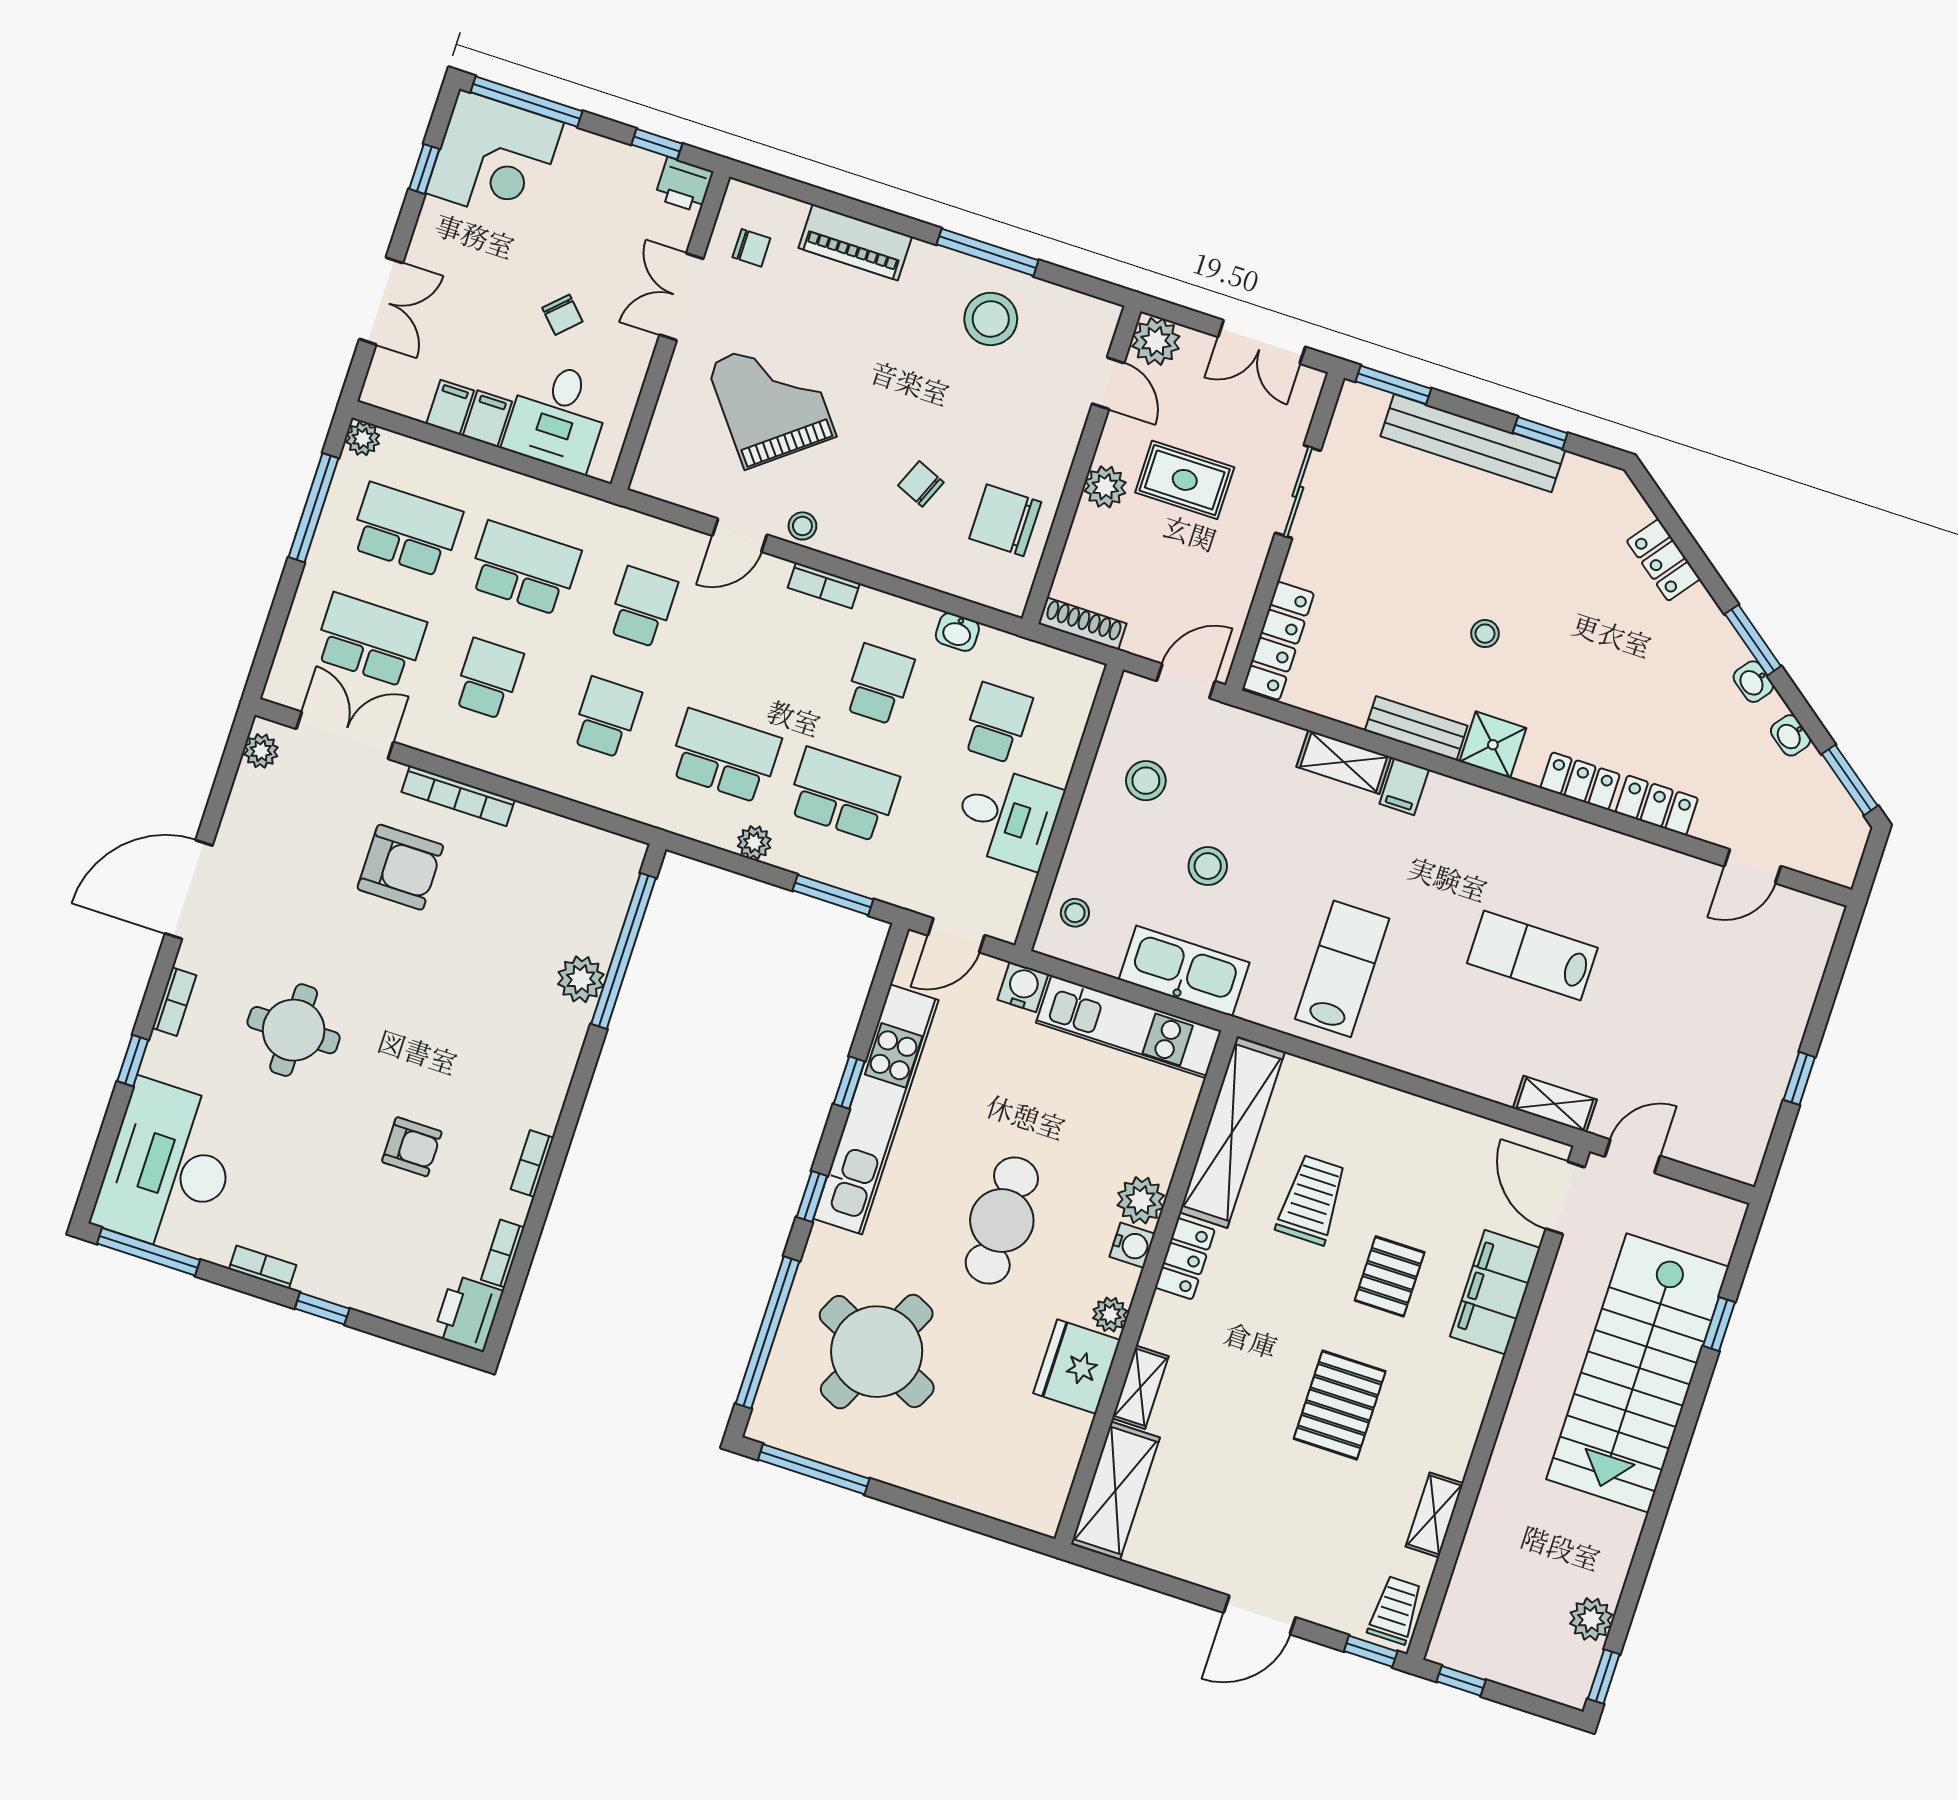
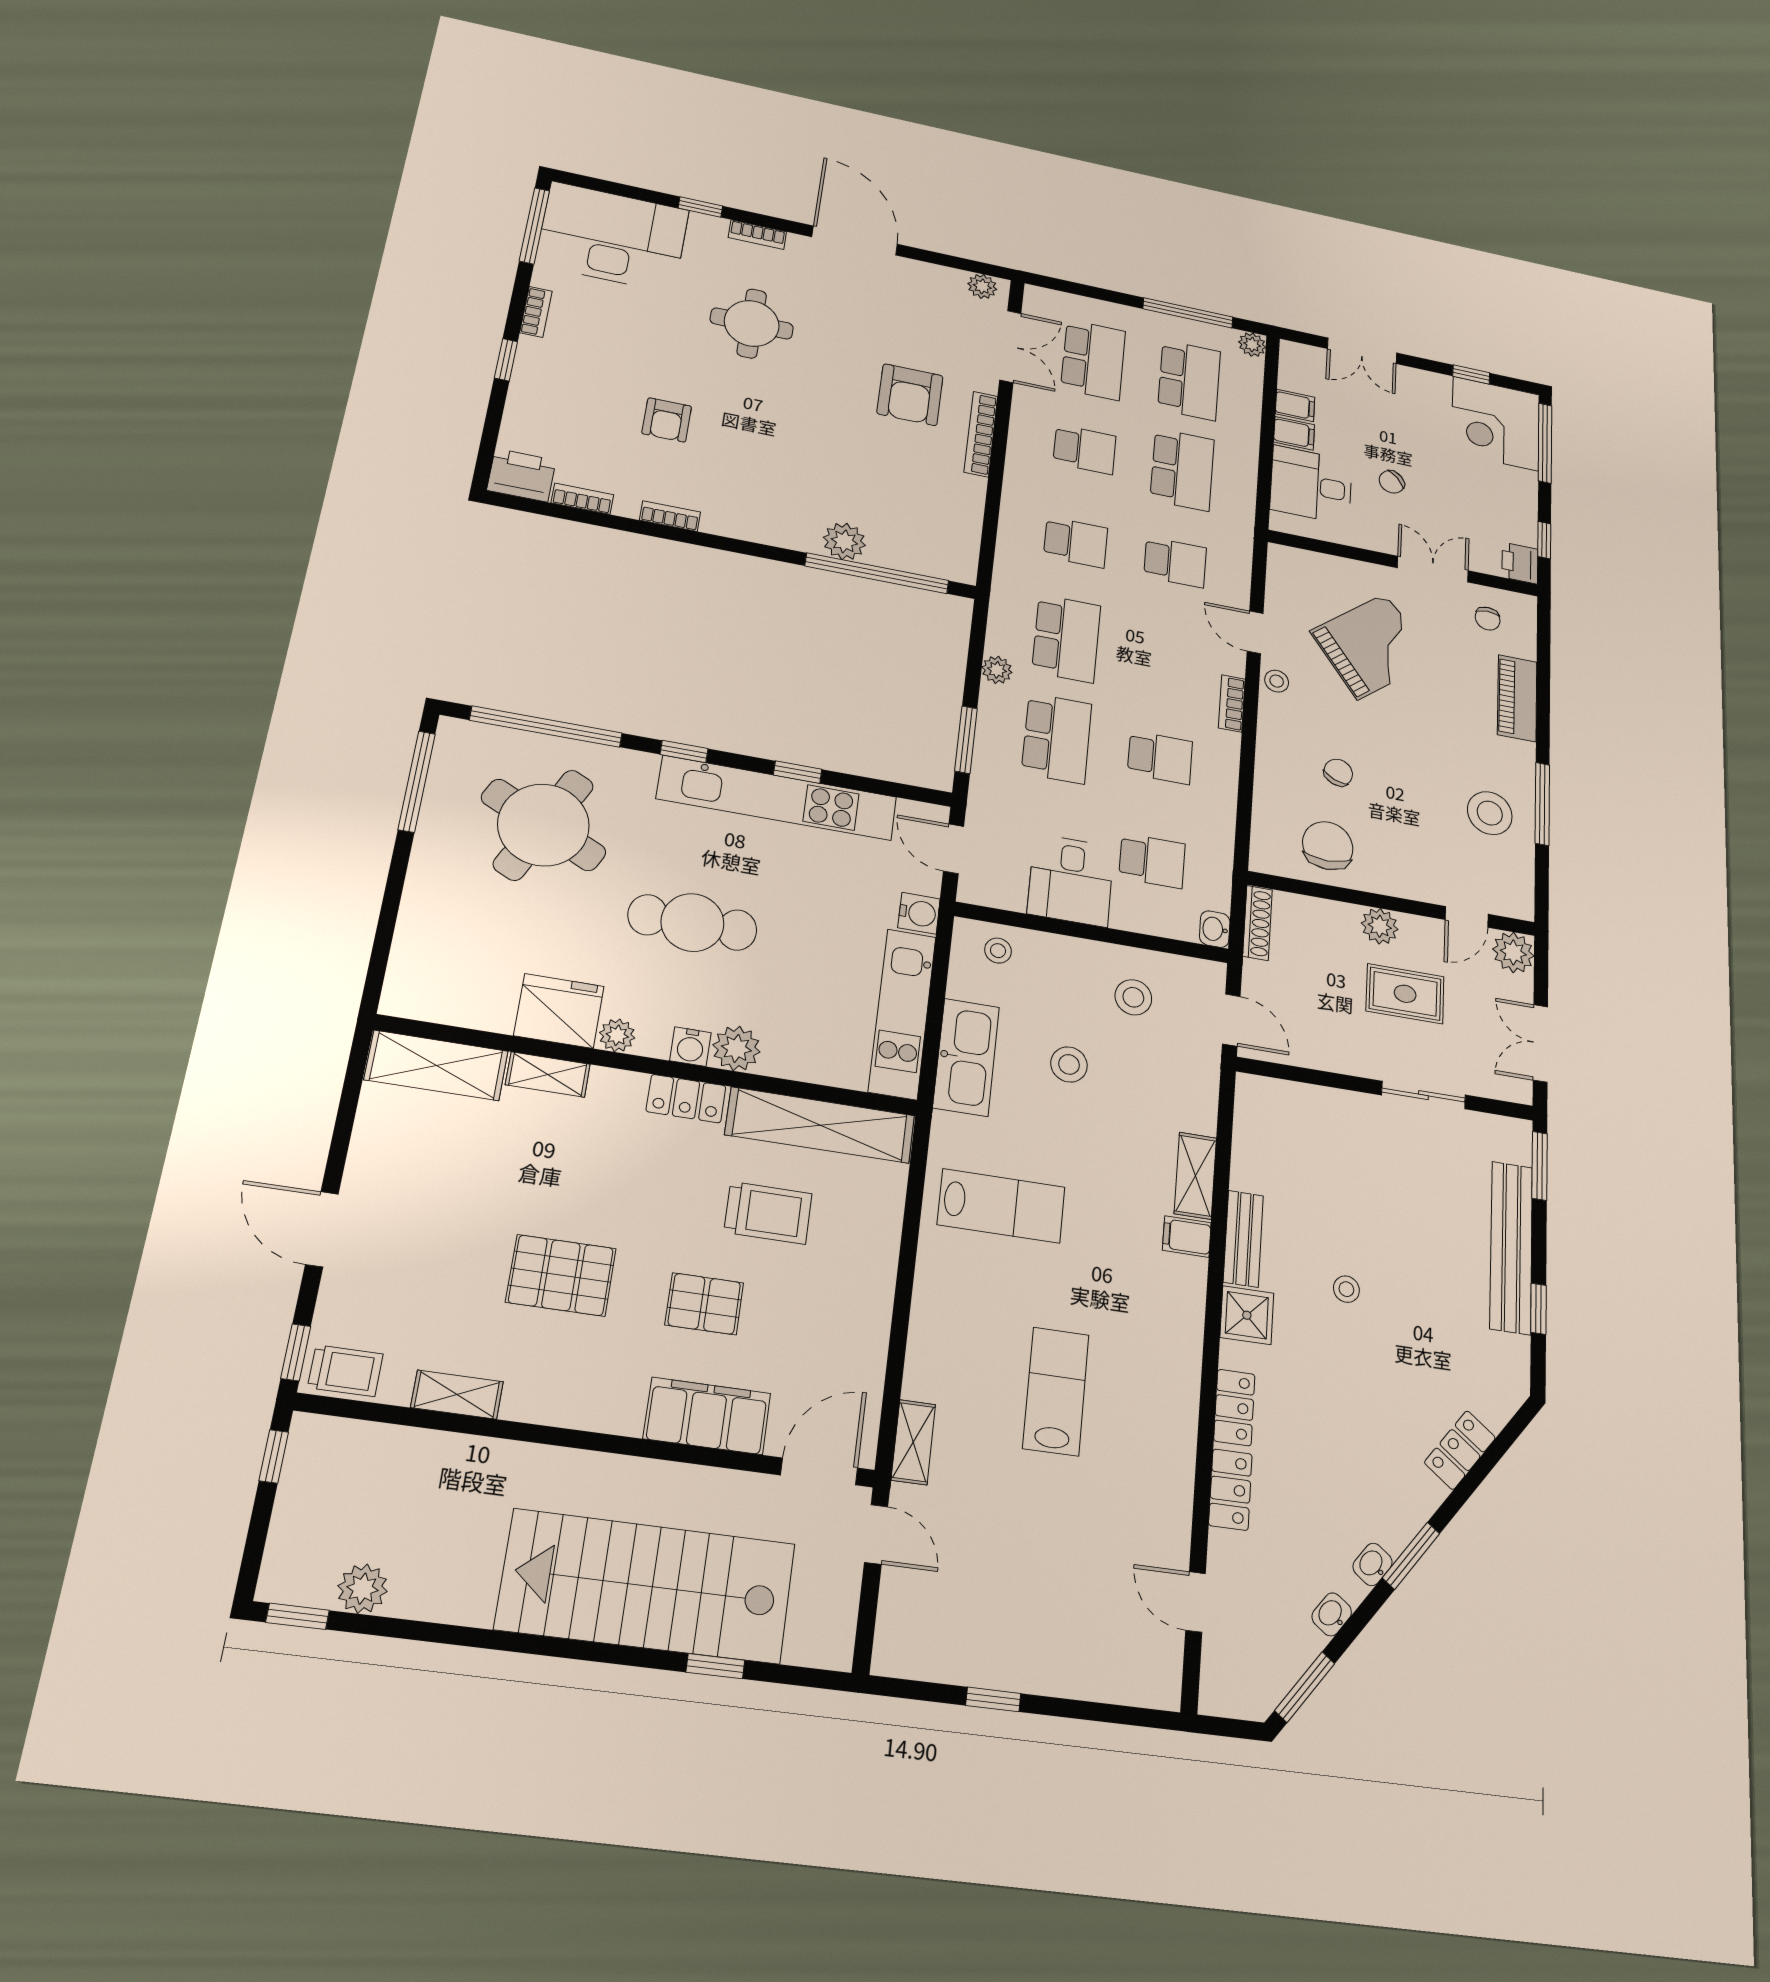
rug: (1185, 480) -> (1405, 994), turned 90
washbasin: (957, 632) -> (1215, 929), moved
locker: (1278, 641) -> (1289, 1098), removed

